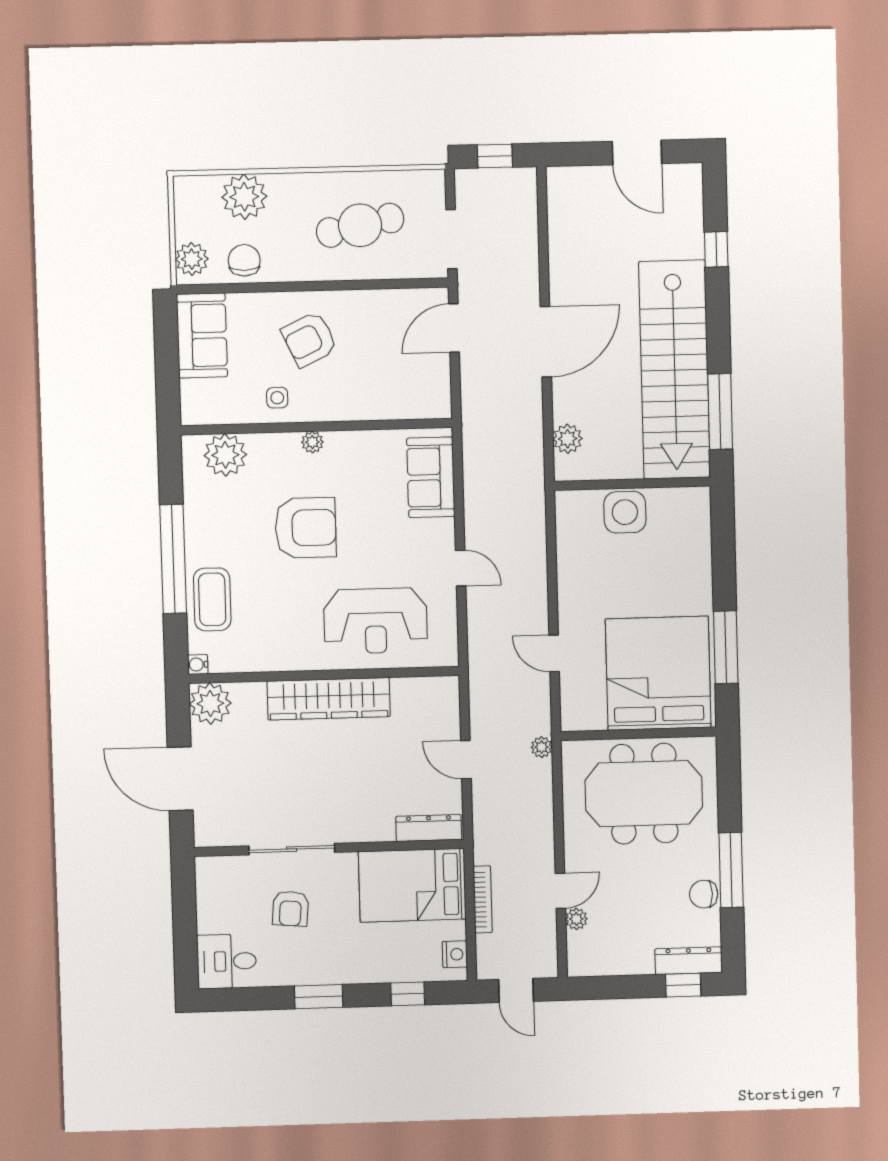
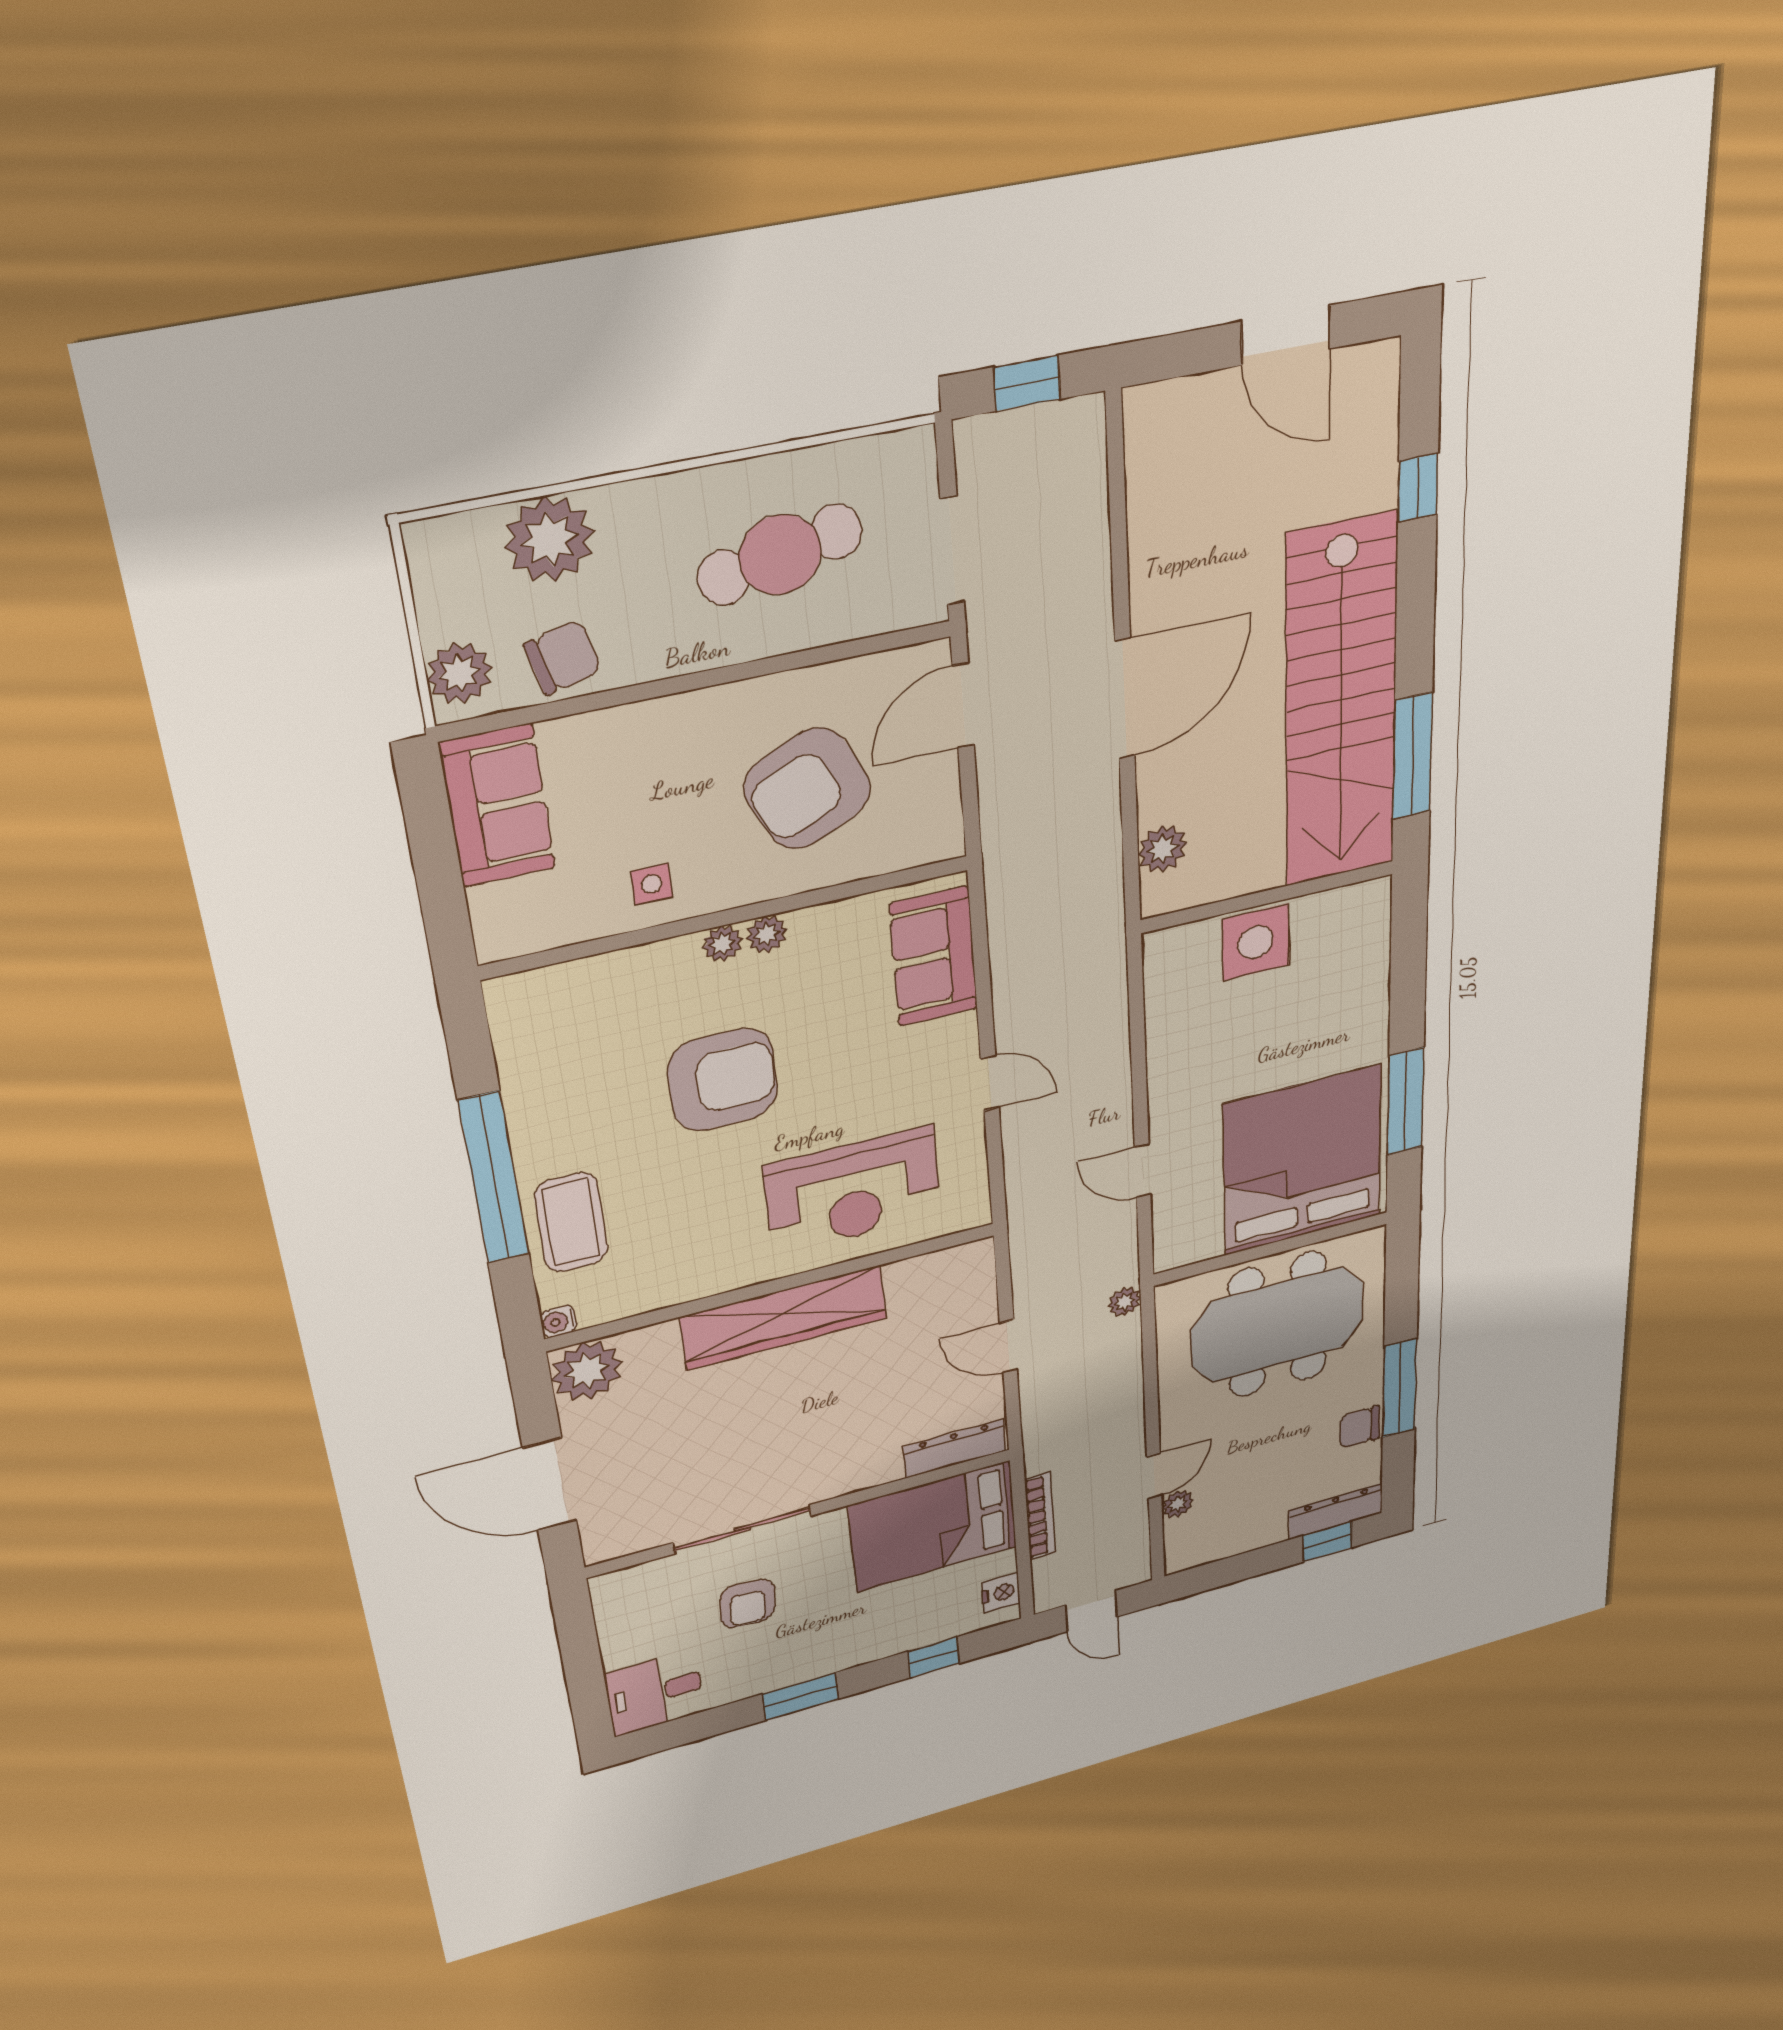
chair: (244, 260) -> (563, 657), turned 76
armchair: (309, 339) -> (808, 788), moved, width x1.36, depth x1.36
plant: (225, 455) -> (767, 934), moved, width x0.53, depth x0.53

